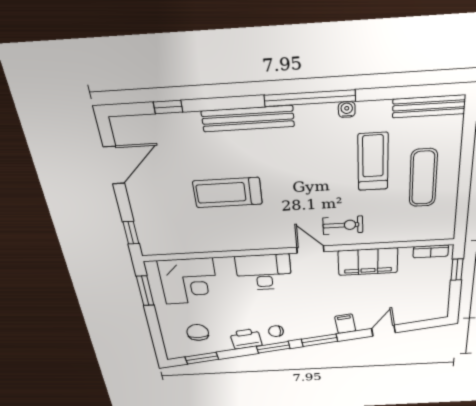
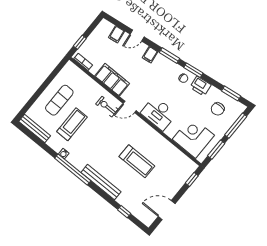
treadmill: (373, 162) -> (72, 124), turned 180
door: (310, 250) -> (130, 107), hinge flipped
filing cabinet: (412, 313) -> (116, 34), added
window: (156, 333) -> (236, 126), added

